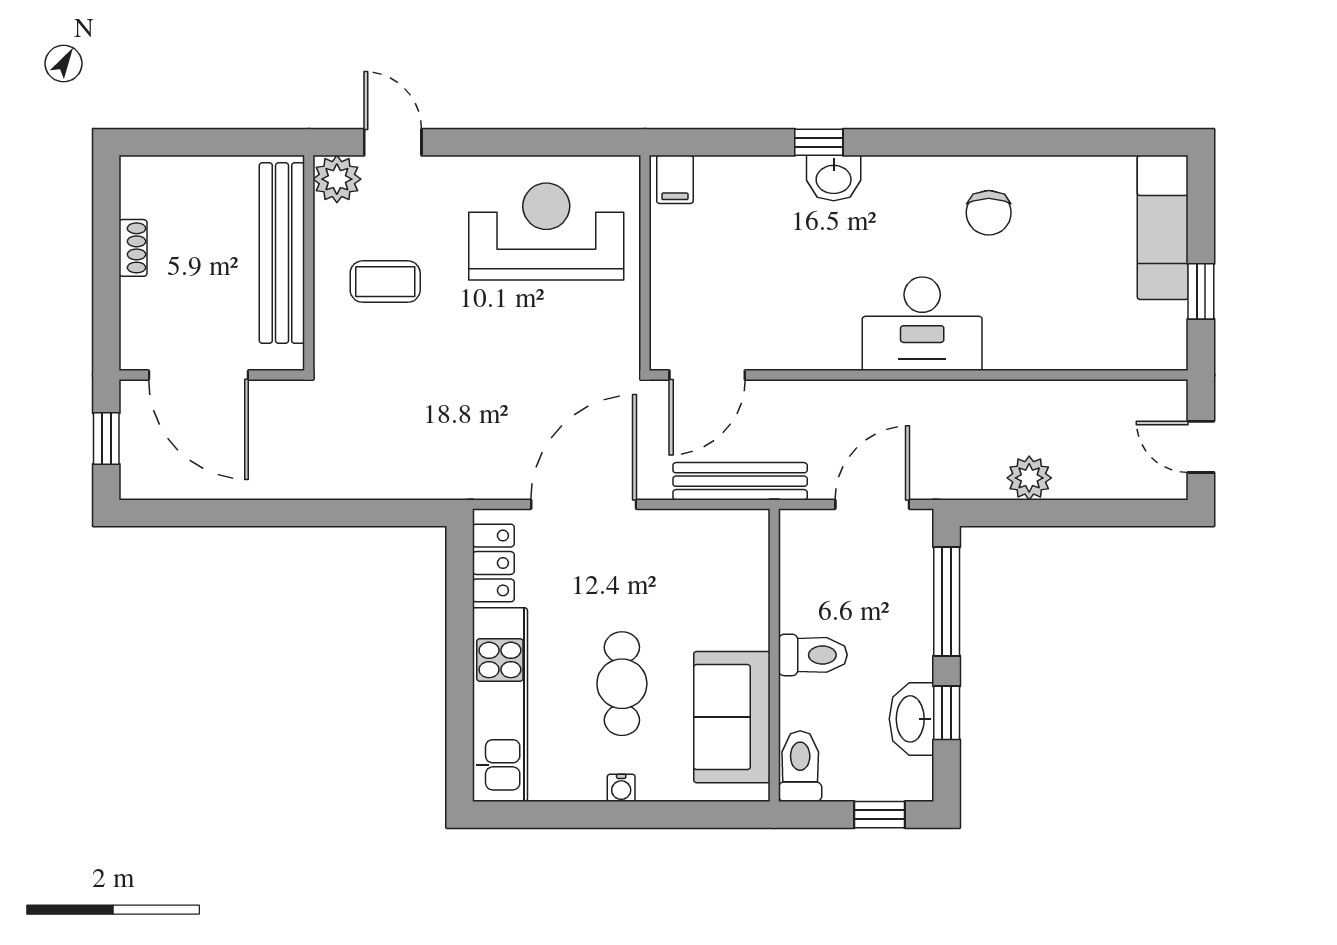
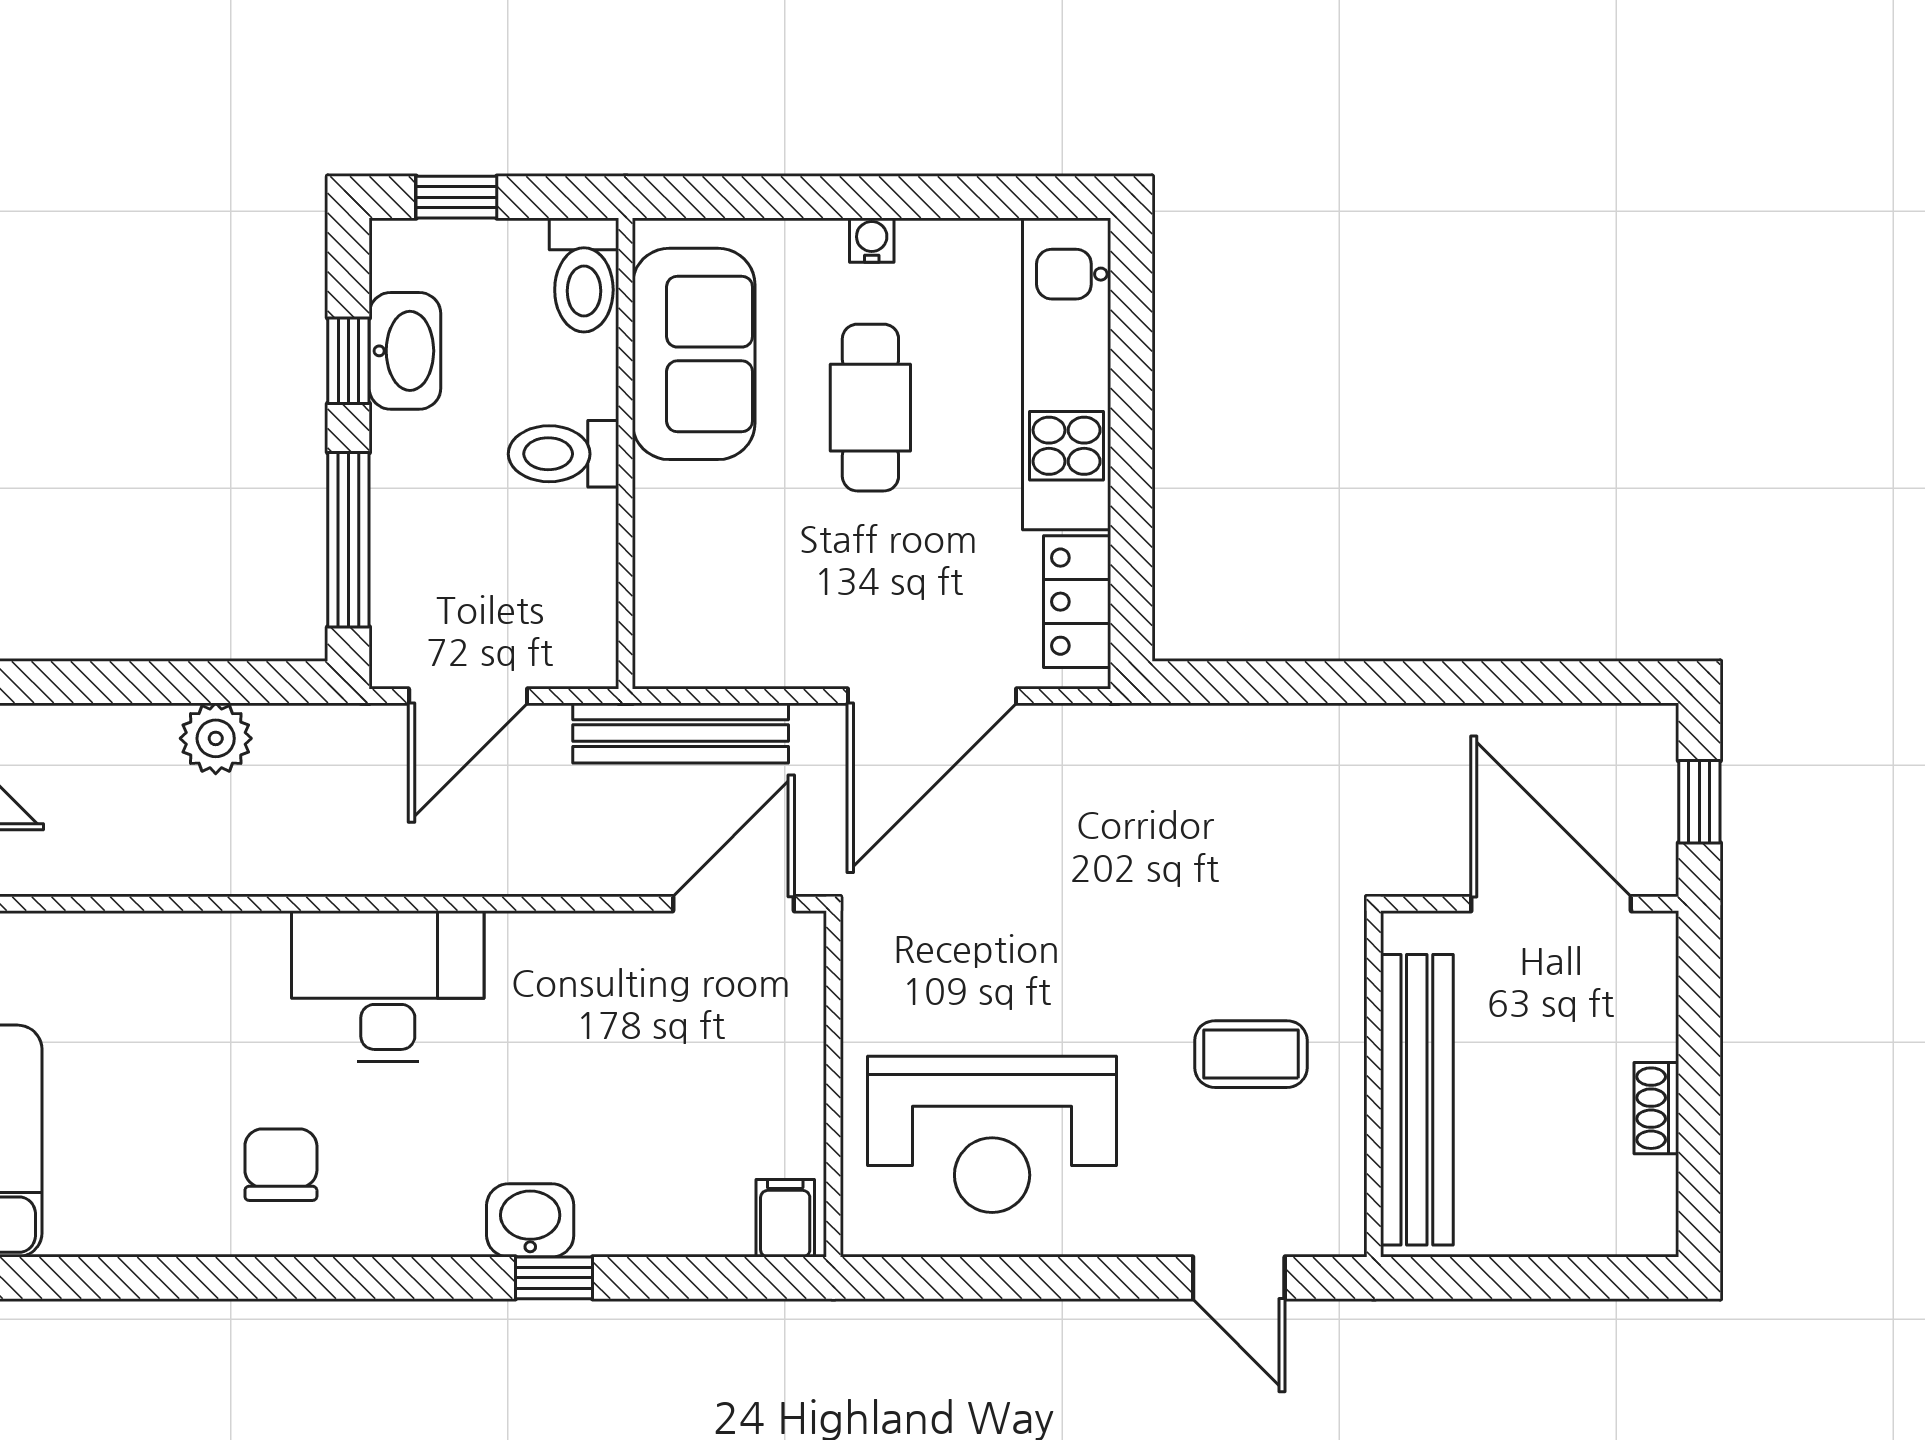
plant: (337, 179) -> (1329, 1219), removed

